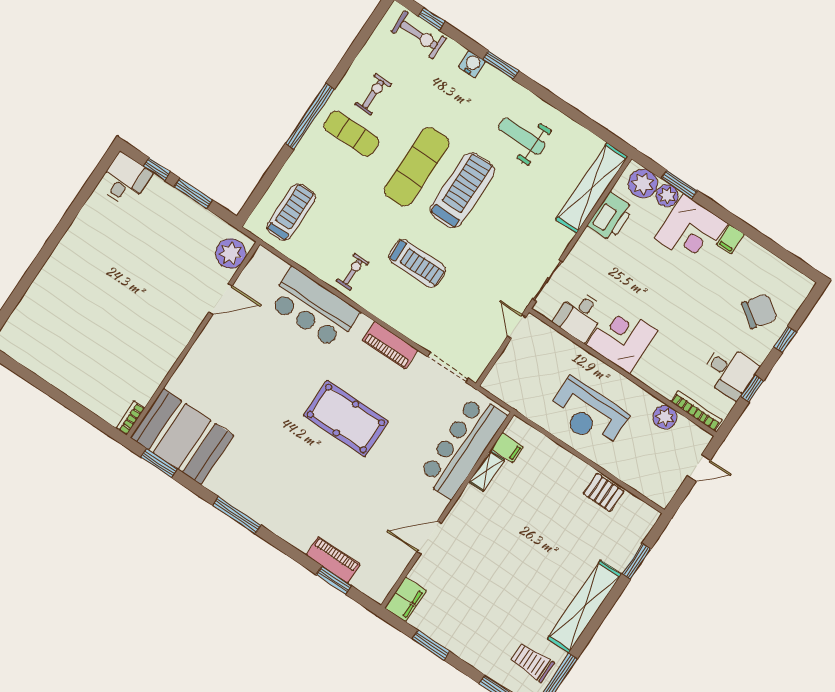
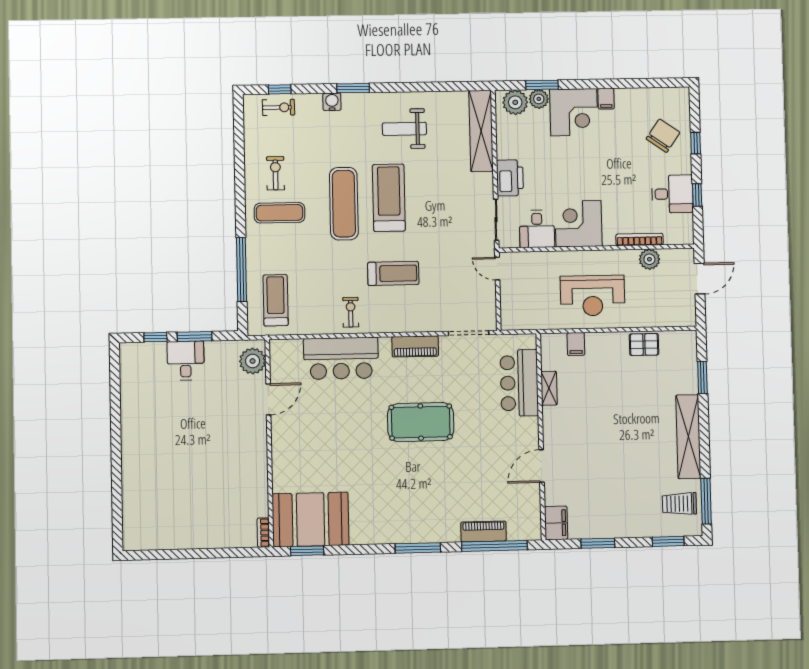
exercise bike: (419, 35) -> (279, 107), width x0.73, depth x0.72
window: (310, 116) -> (241, 270), moved
desk: (125, 180) -> (186, 361), moved
printer: (611, 217) -> (510, 178), moved
bookcase: (696, 411) -> (639, 239), moved
bar counter: (462, 447) -> (519, 383), width x0.73
filing cabinet: (507, 448) -> (576, 344), moved, turned 90
door: (699, 468) -> (700, 279), width x1.38
window: (237, 515) -> (418, 548), moved
window: (334, 580) -> (494, 546), width x2.11

